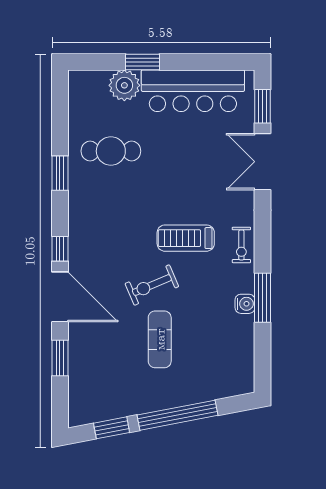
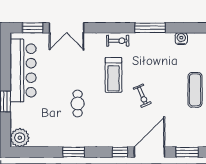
plant: (124, 85) -> (20, 138), moved
cafe table: (111, 151) -> (78, 103), moved, width x0.73, depth x0.74
exercise bike: (152, 285) -> (142, 96), width x0.73, depth x0.72
water cooler: (245, 304) -> (181, 39), moved
exercise mat: (160, 339) -> (195, 90), moved, turned 90

